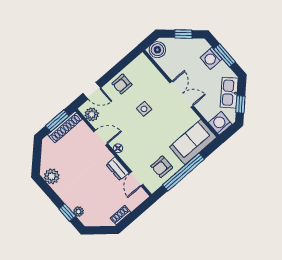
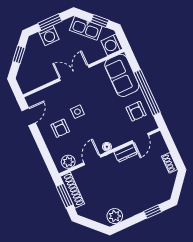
boiler: (157, 50) -> (26, 83), removed
armchair: (122, 84) -> (60, 128), moved
door: (92, 91) -> (29, 117), moved
door: (136, 179) -> (140, 138), hinge flipped
plant: (79, 212) -> (155, 201), removed

